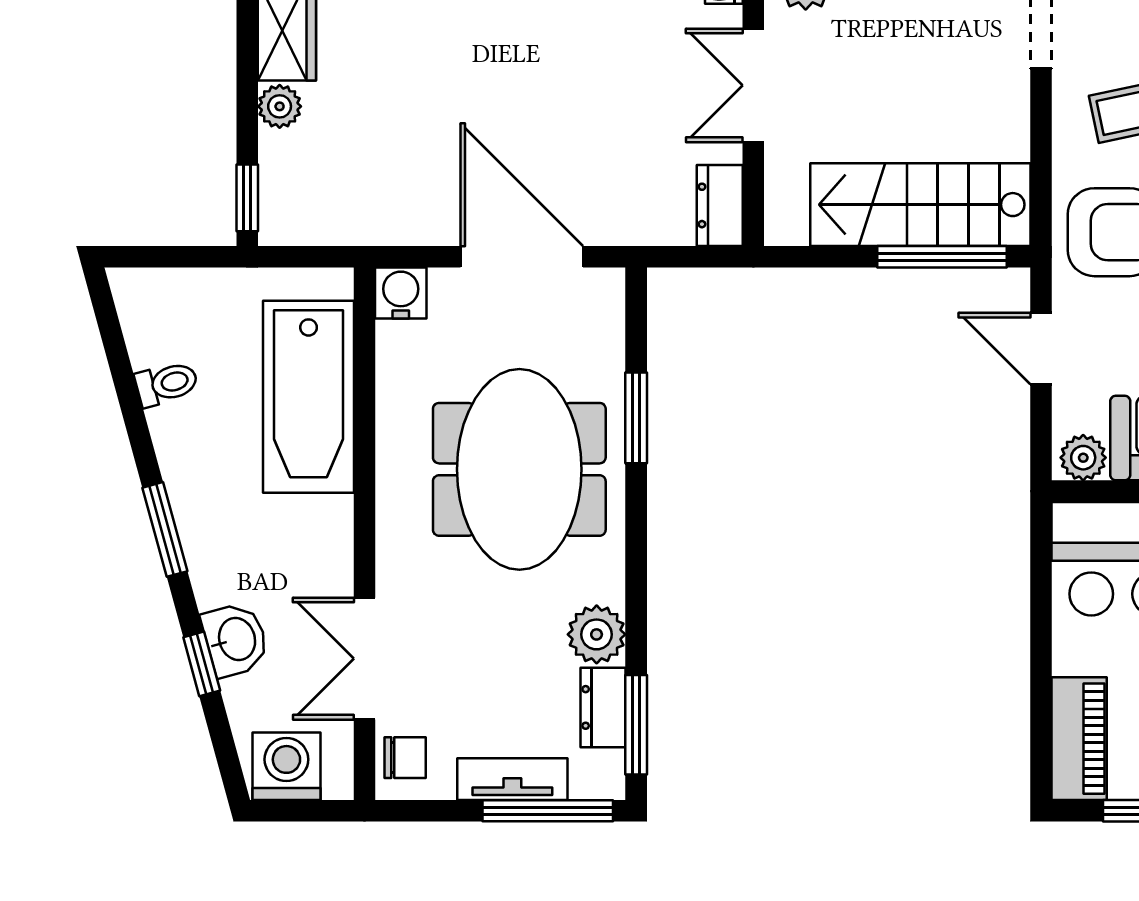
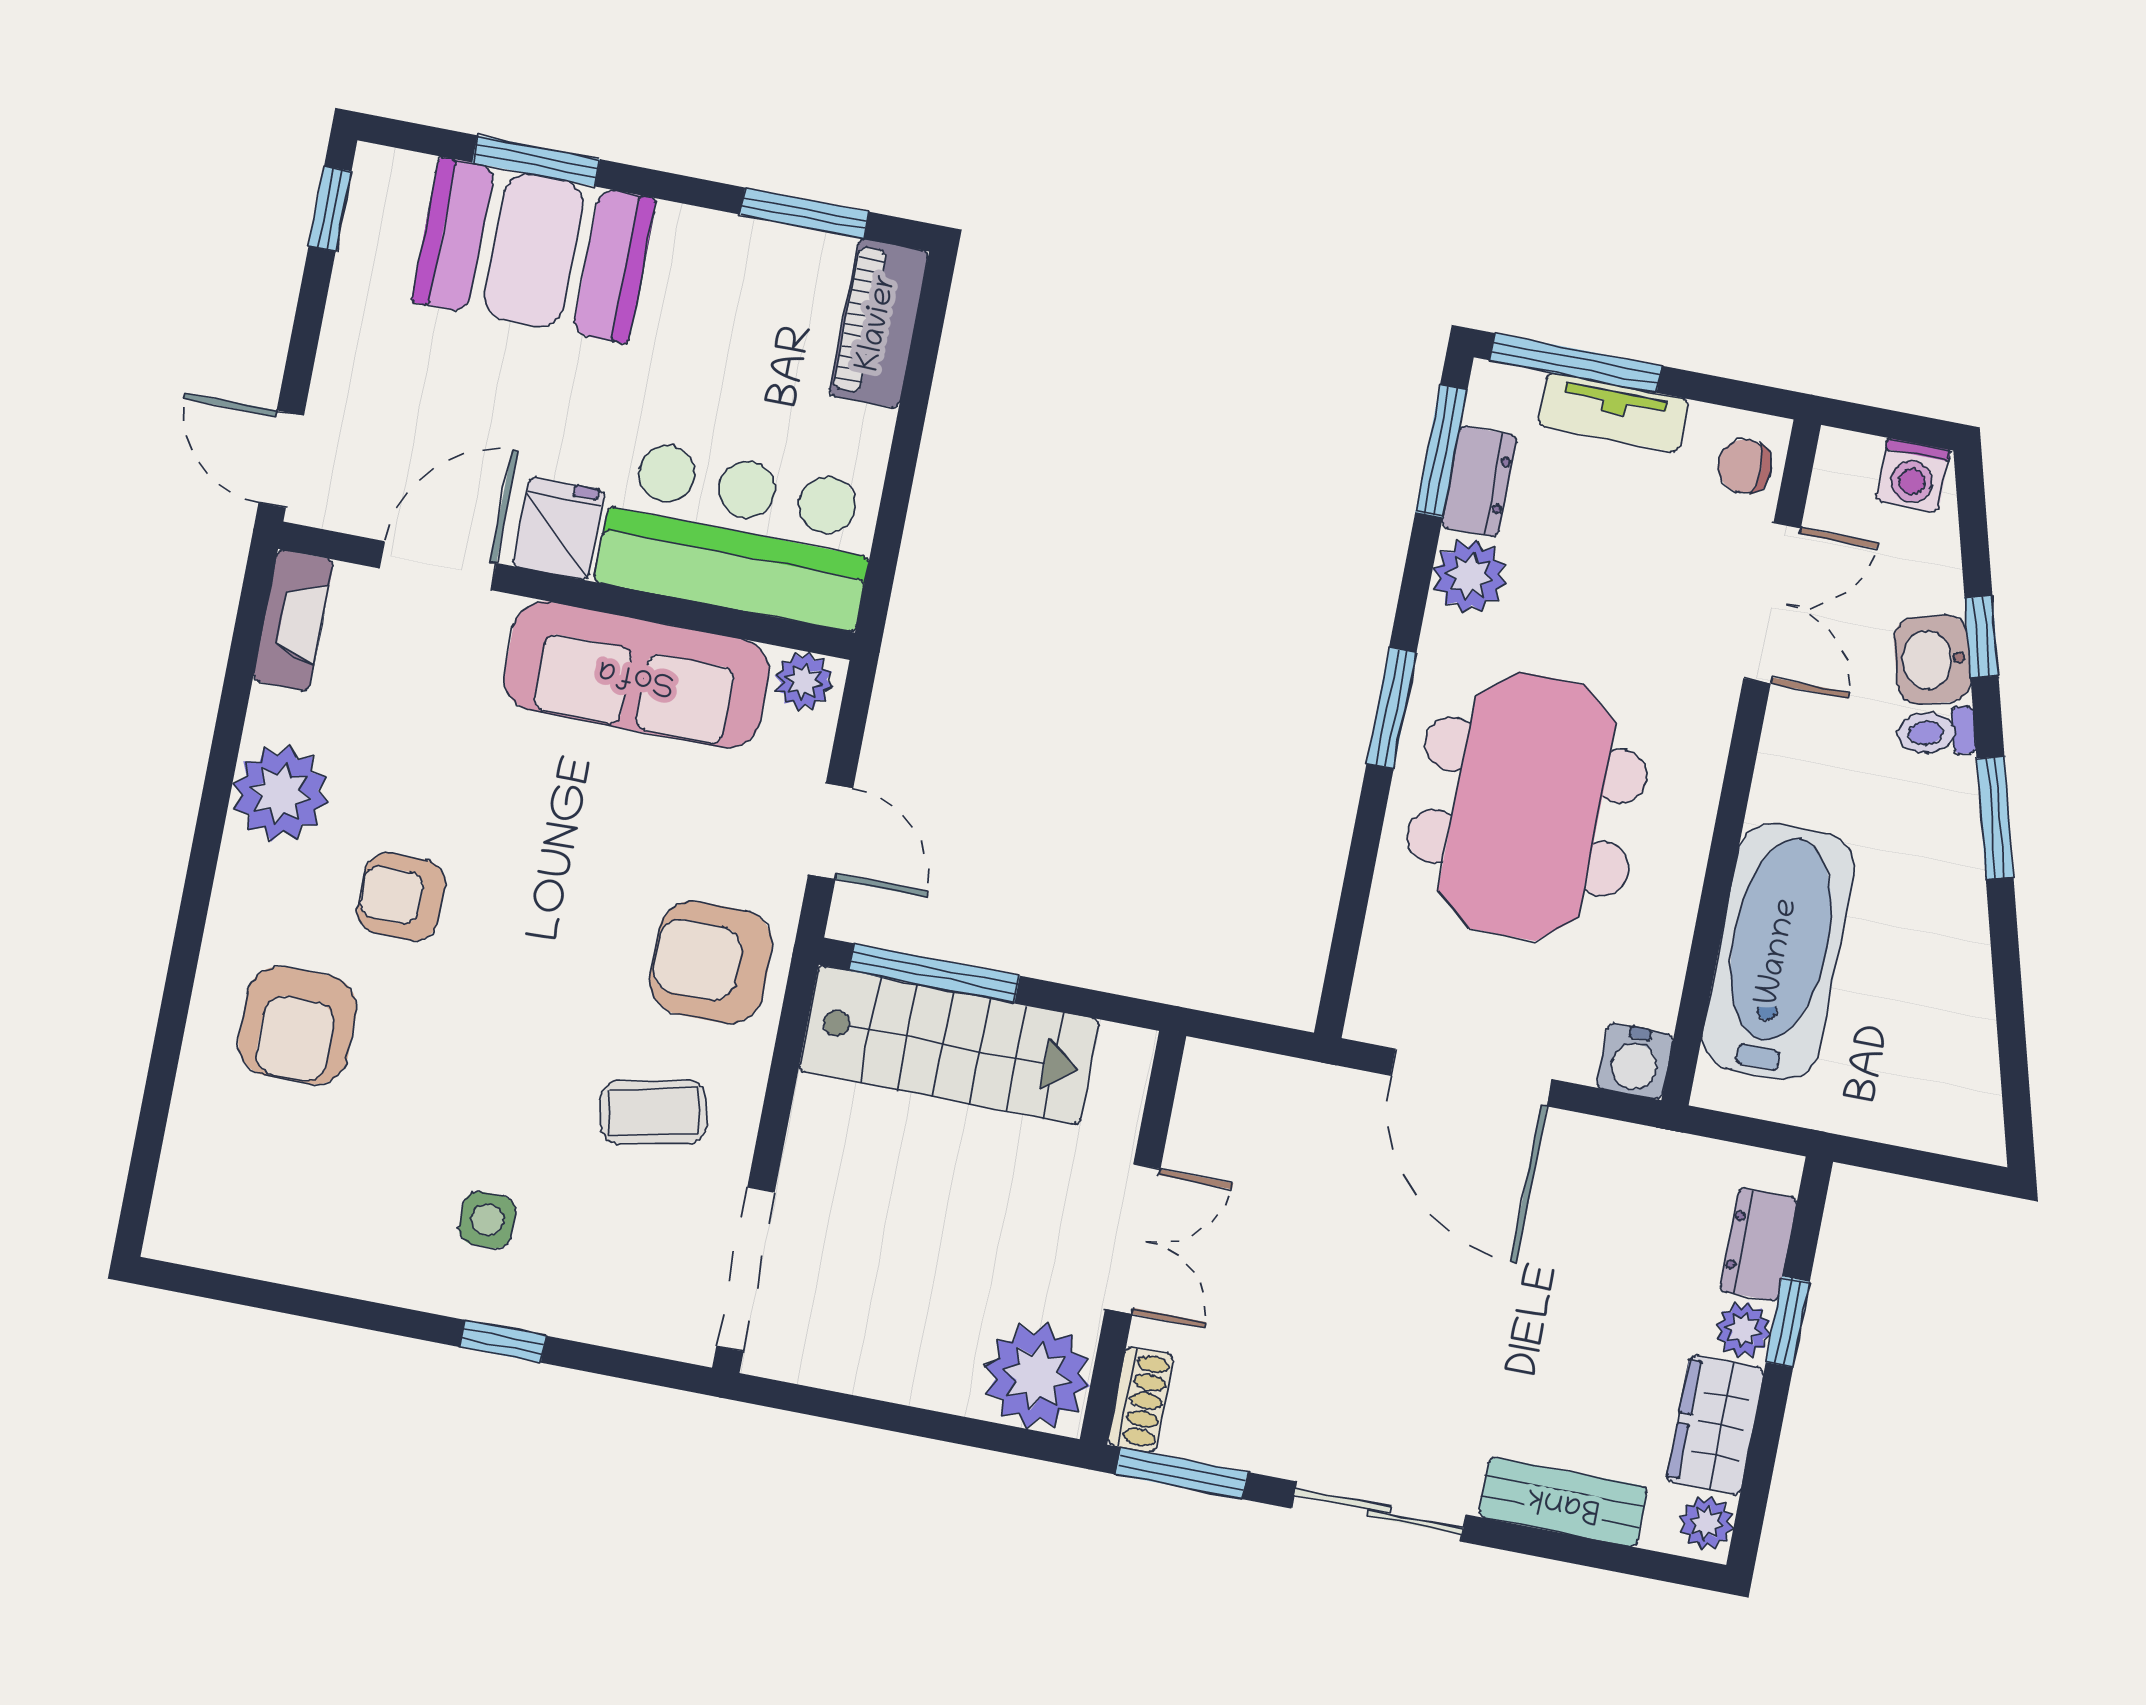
window: (247, 198) -> (1788, 1322), moved
dresser: (720, 205) -> (1758, 1244), moved, turned 180
toilet: (167, 384) -> (1936, 732), moved
window: (636, 418) -> (1391, 708), moved
washing machine: (286, 766) -> (1913, 475), width x0.73, depth x0.73

